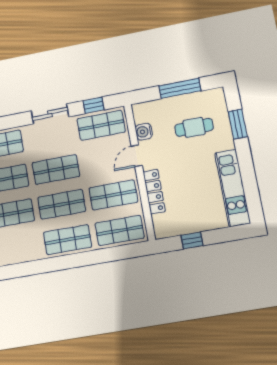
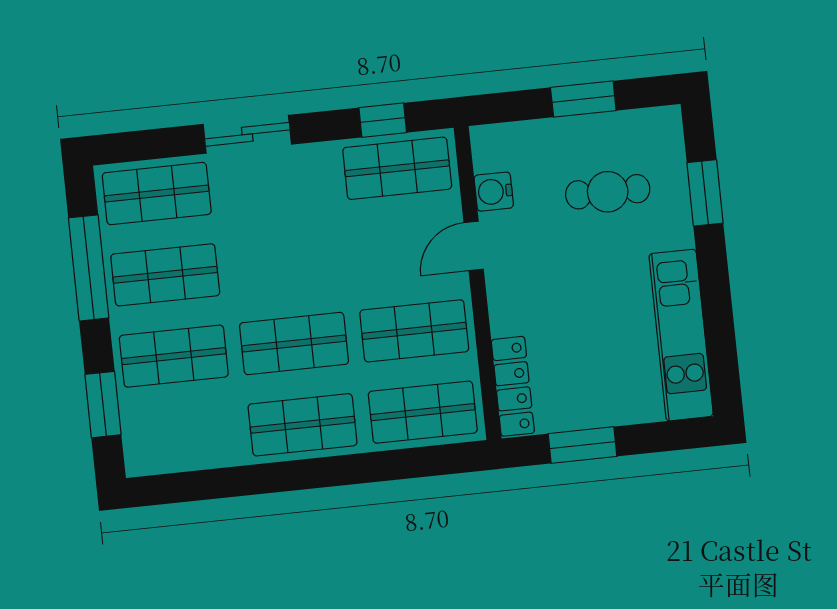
window: (180, 88) -> (583, 99), width x0.69
sliding door: (50, 114) -> (247, 134), moved
shop shelf: (56, 169) -> (285, 262), removed
locker: (154, 192) -> (513, 386), moved
window: (192, 240) -> (582, 445), width x1.50

